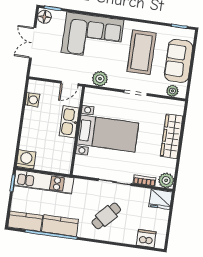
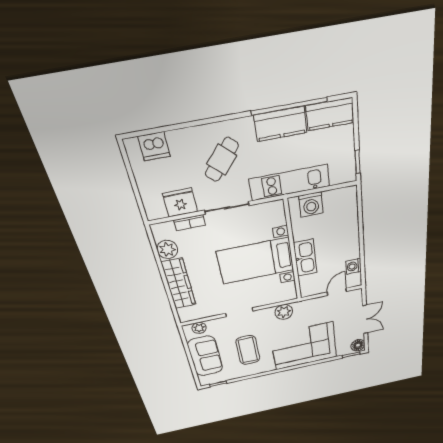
coffee table: (141, 52) -> (248, 350), width x0.73, depth x0.76
door: (70, 83) -> (337, 292), moved
washing machine: (26, 159) -> (311, 205), moved
plant: (166, 180) -> (167, 249), moved
kitchen unit: (44, 182) -> (290, 183), moved
fridge: (161, 199) -> (180, 203), moved

